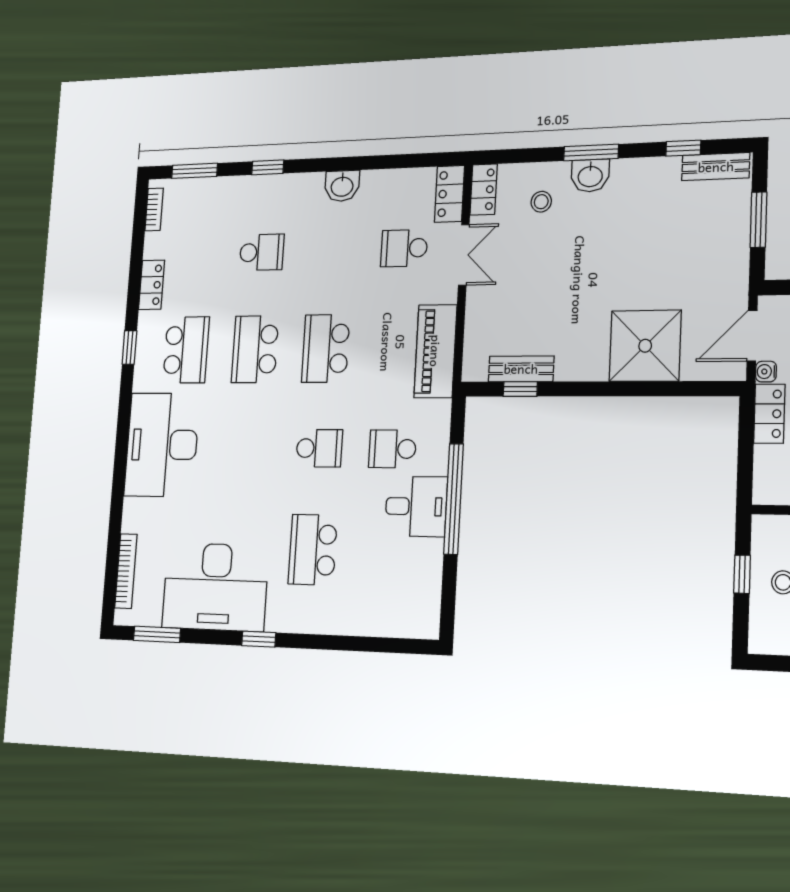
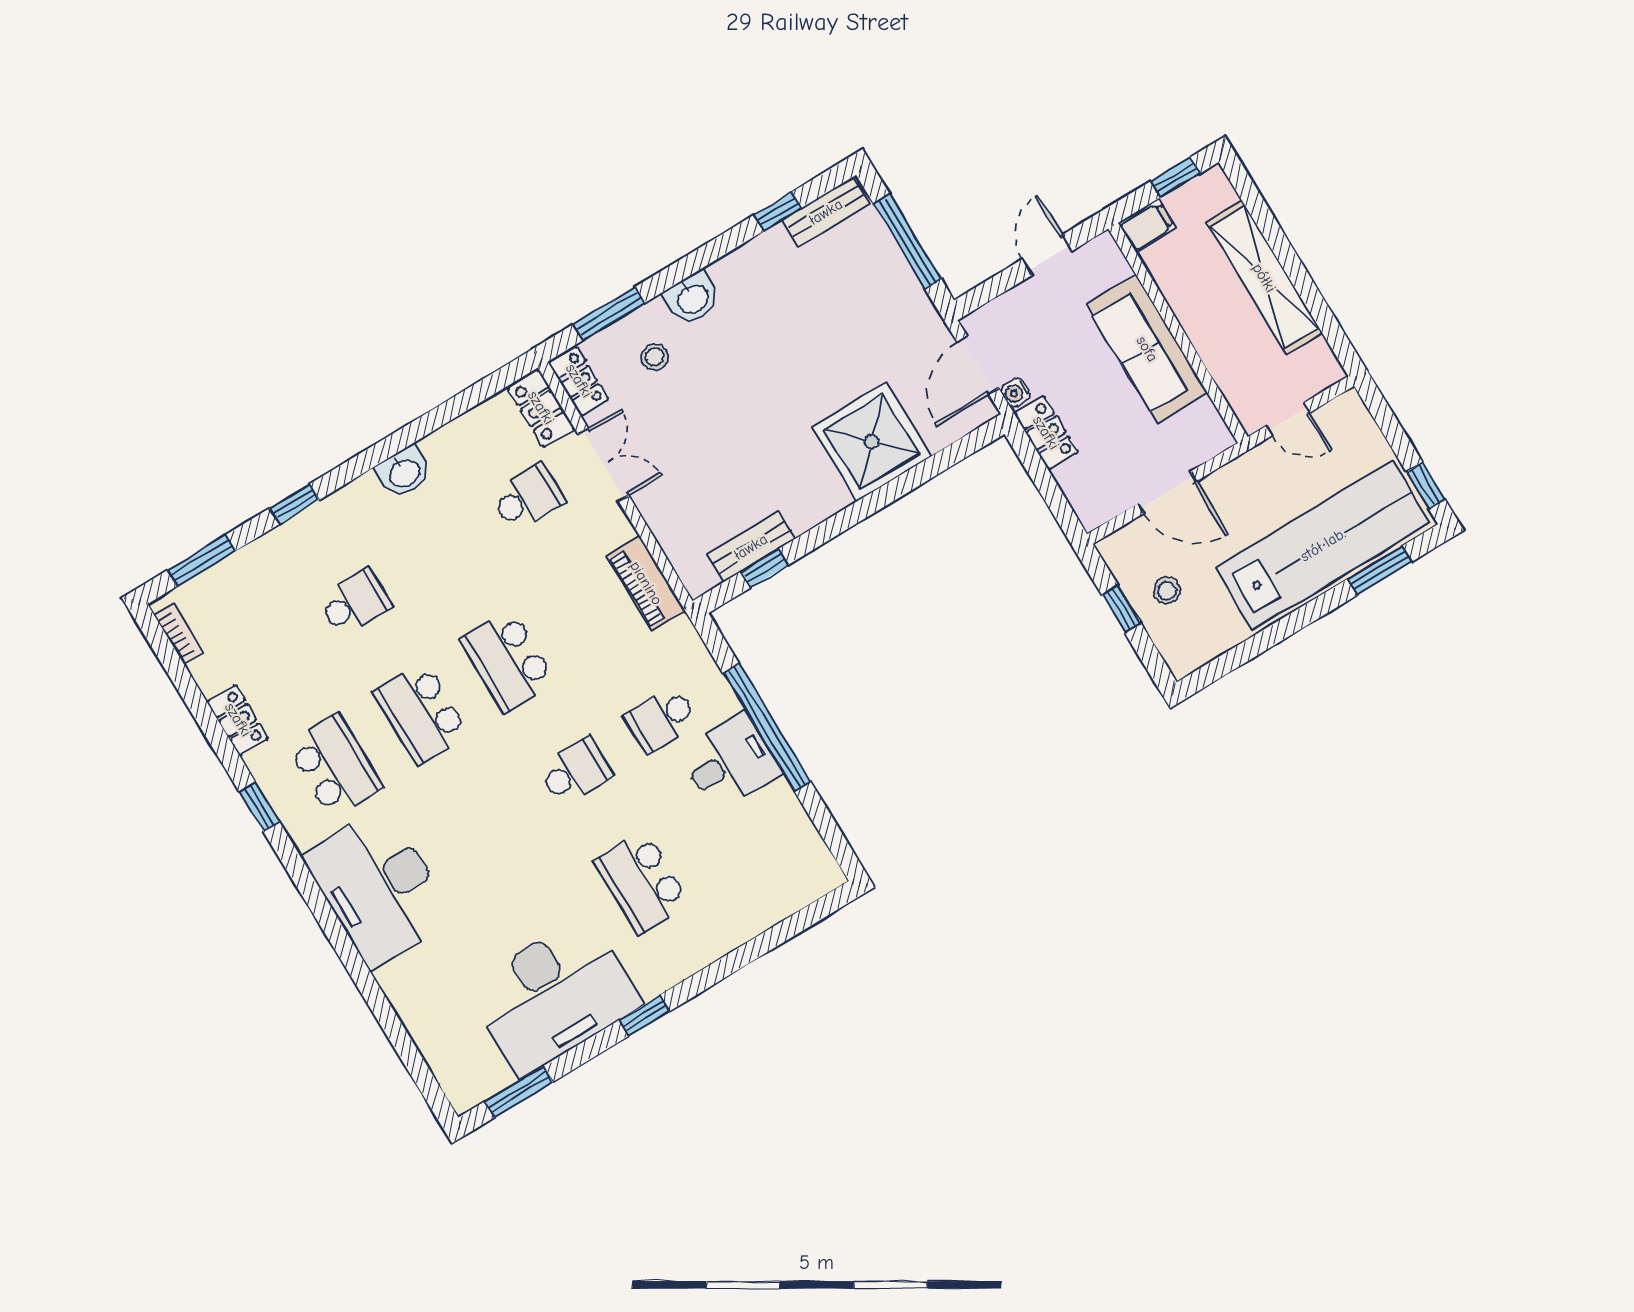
window: (591, 152) -> (609, 314), moved
window: (758, 220) -> (908, 242), width x1.44
school desk: (404, 248) -> (527, 498), turned 180
piano: (435, 351) -> (646, 583), width x0.73, depth x0.75
bookcase: (126, 571) -> (432, 1050), removed

